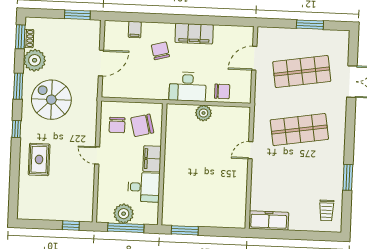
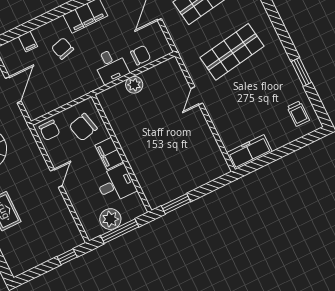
desk: (188, 87) -> (111, 66), width x0.73
chair: (117, 125) -> (49, 130), moved
door: (97, 156) -> (56, 178), swing flipped

